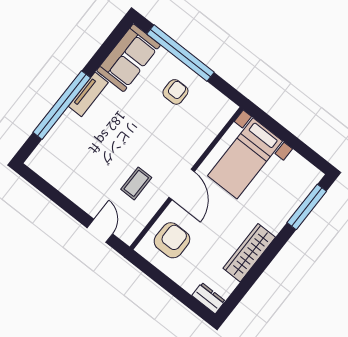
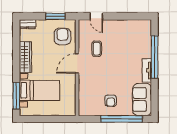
bed with nightstands: (245, 158) -> (40, 90), moved, turned 90
door: (182, 184) -> (77, 63), hinge flipped
armchair: (172, 240) -> (62, 36), turned 180
window: (159, 278) -> (55, 16), added

